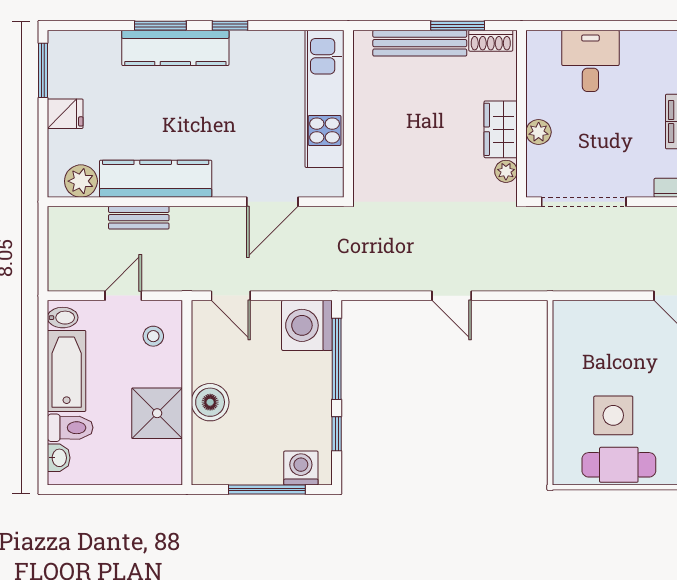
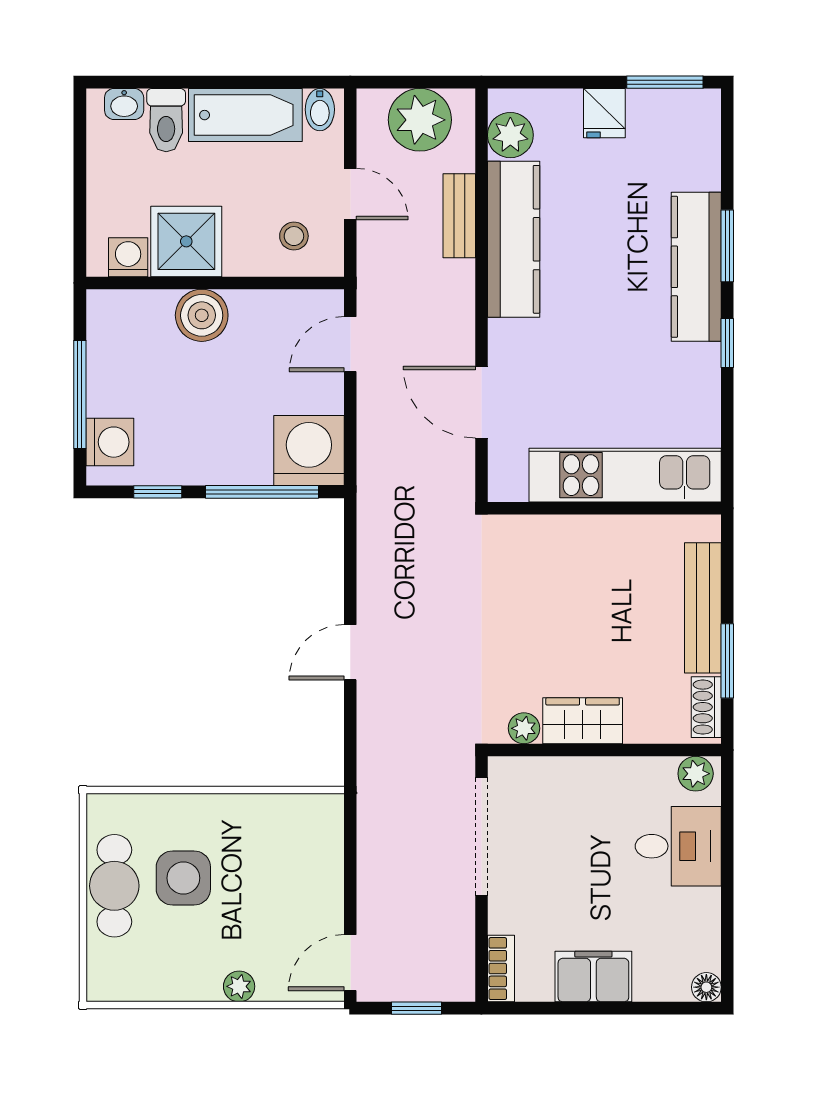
plant: (539, 132) -> (696, 774), moved
plant: (70, 246) -> (420, 120), added
washing machine: (168, 455) -> (128, 257), added

